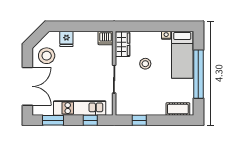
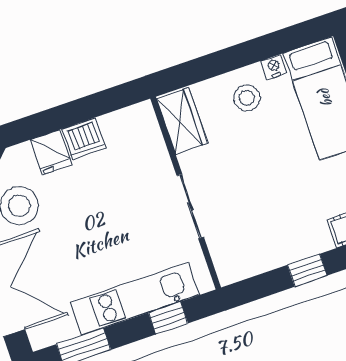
dishwasher: (106, 38) -> (84, 139), moved
stool: (145, 64) -> (247, 98), moved
window: (139, 120) -> (307, 270), moved

